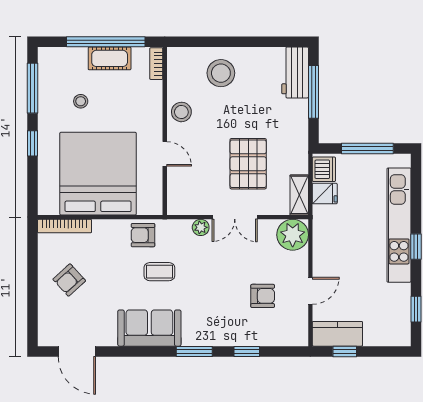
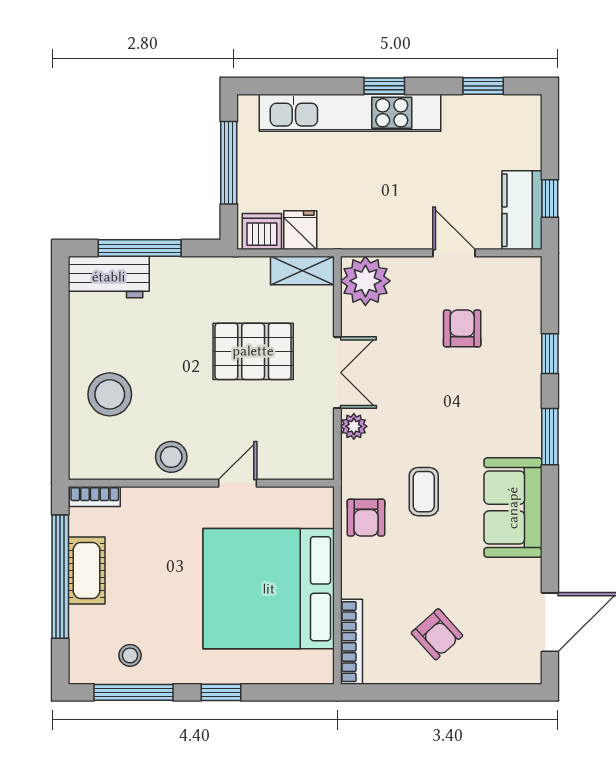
stool: (81, 101) -> (130, 655), moved

